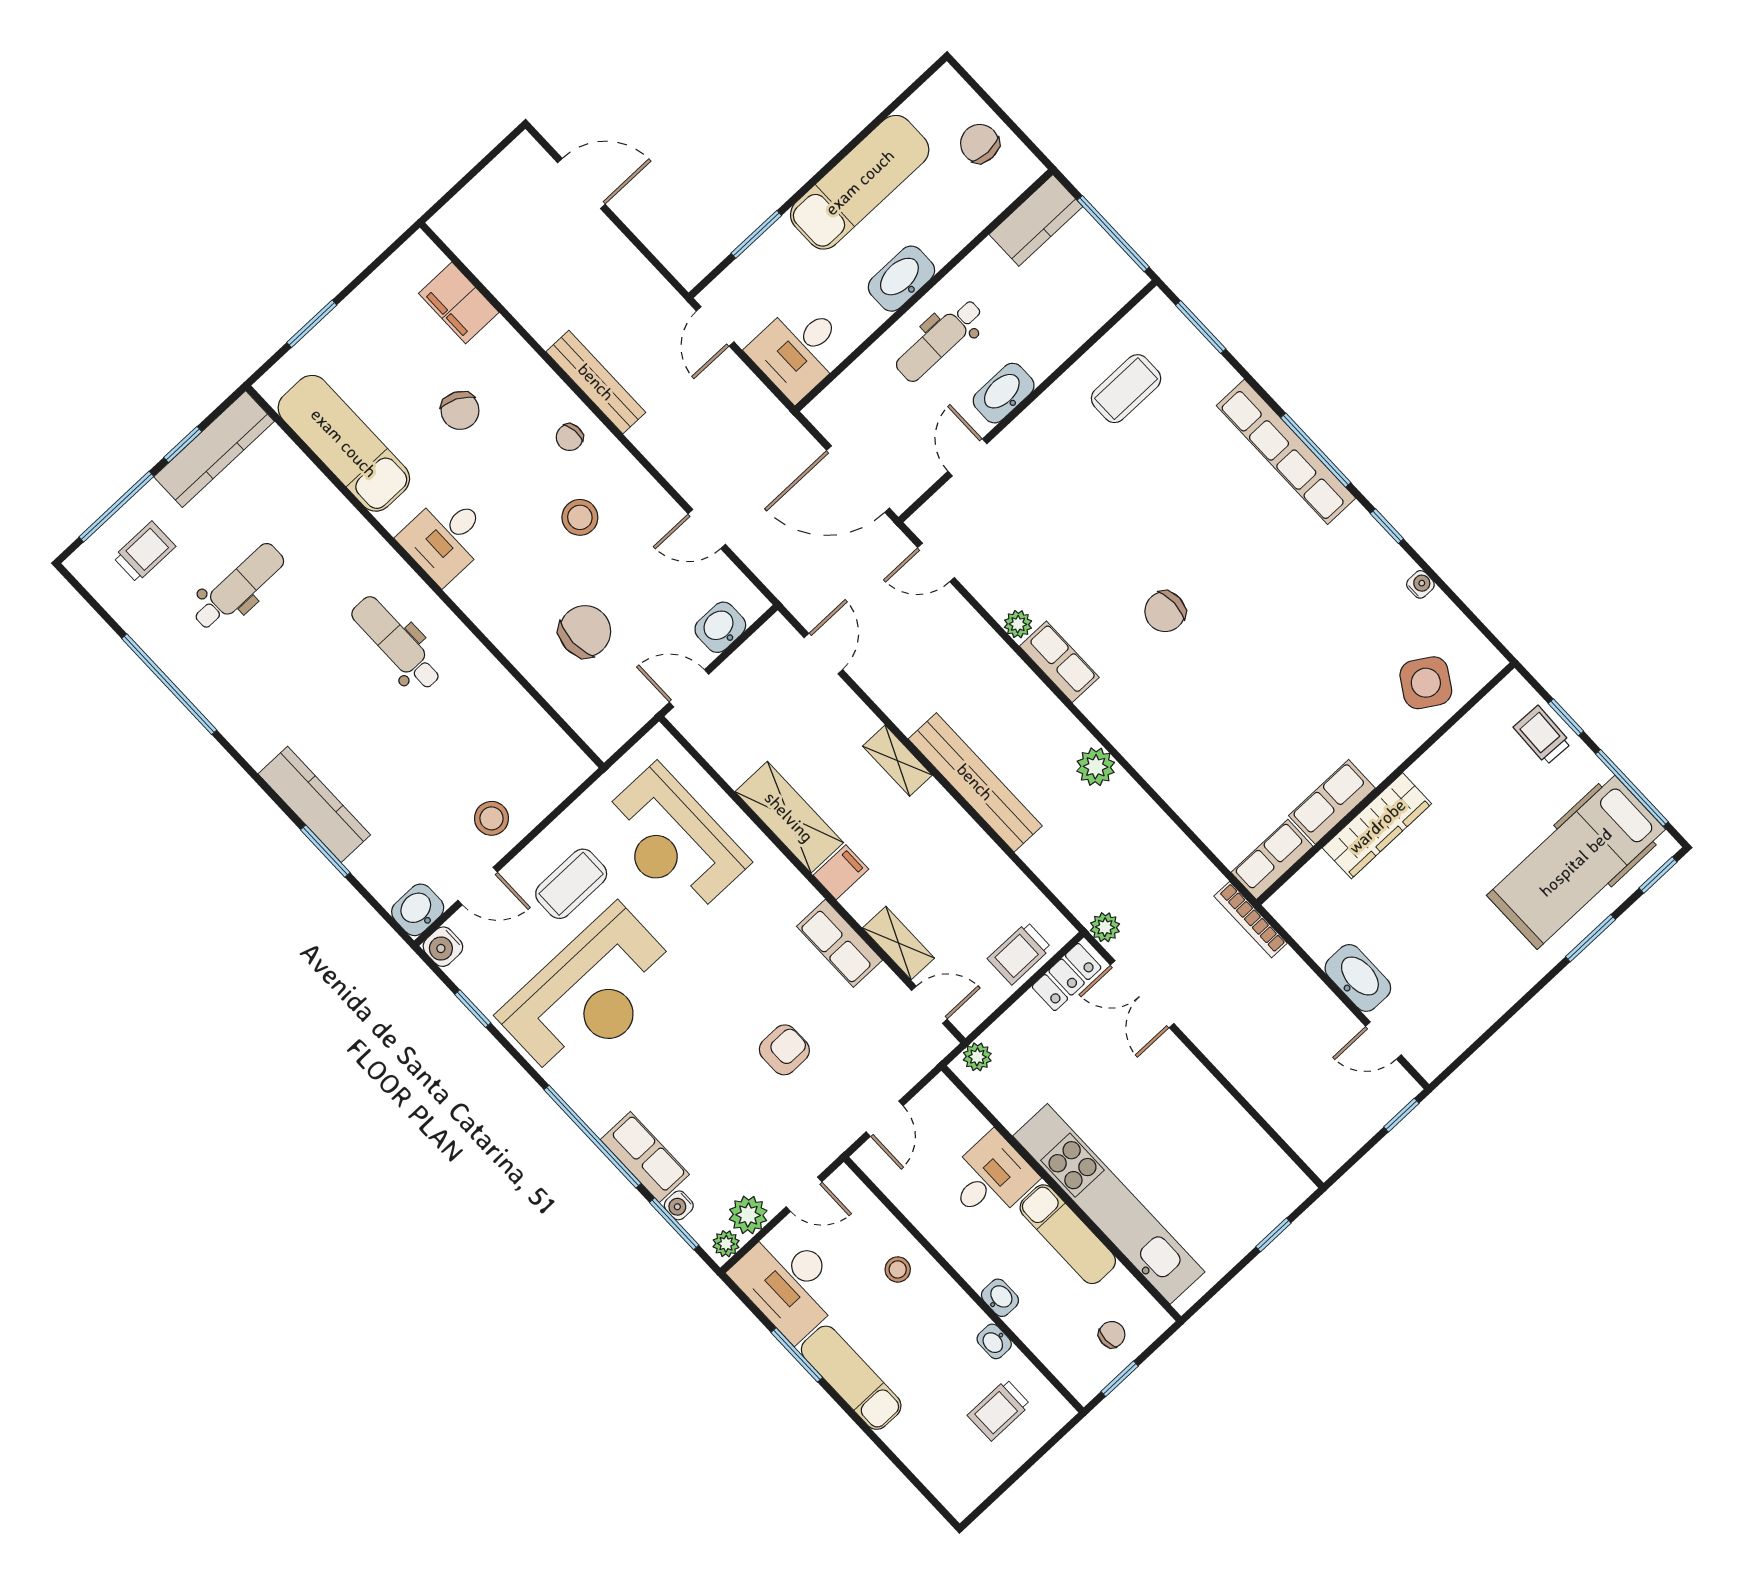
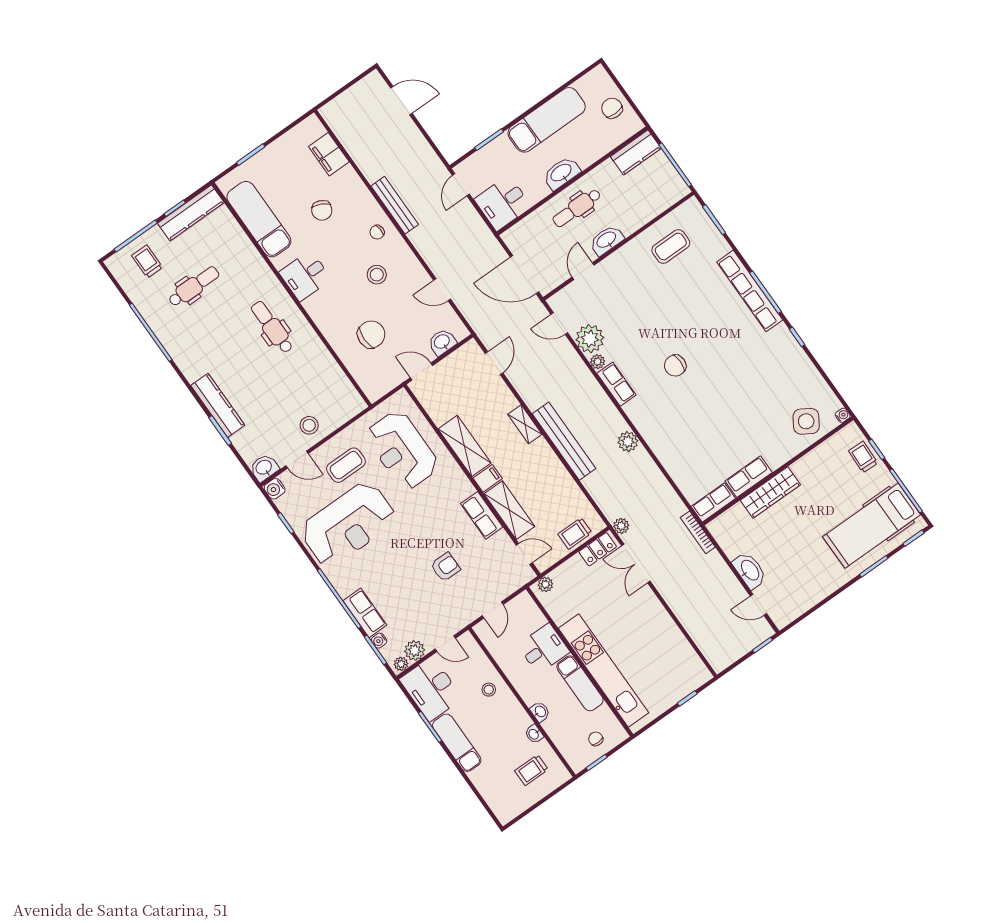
trolley: (144, 552) -> (147, 261), turned -90
plant: (997, 583) -> (590, 339), added
water cooler: (1420, 584) -> (843, 415), moved
shelving: (898, 943) -> (509, 510), width x1.50, depth x1.33
chair: (1112, 1335) -> (596, 739), turned -90

